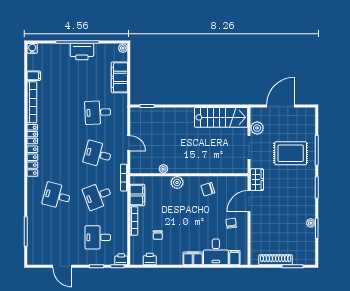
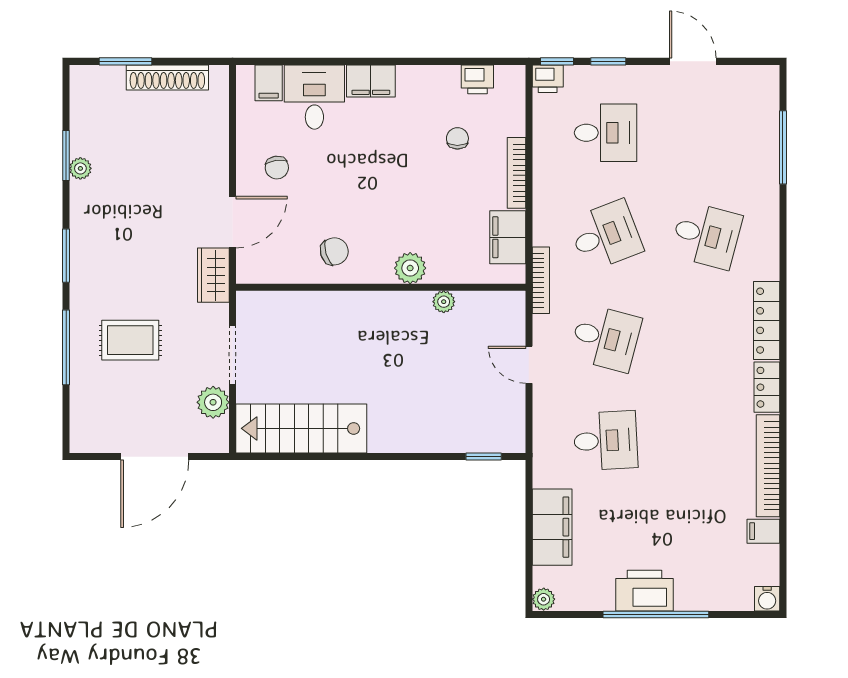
rug: (291, 153) -> (130, 340), width x0.73, depth x0.70

